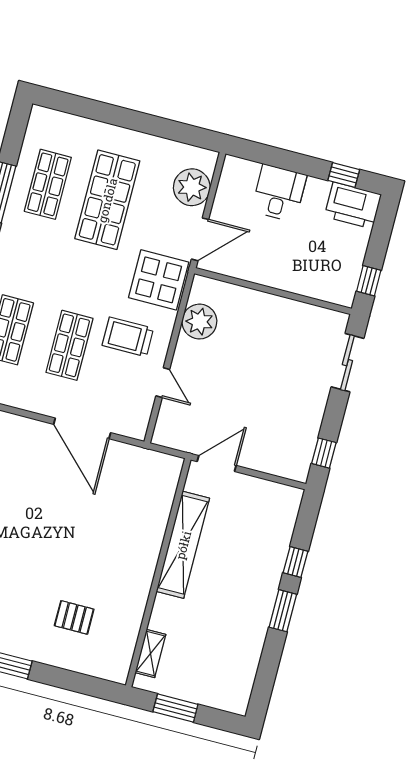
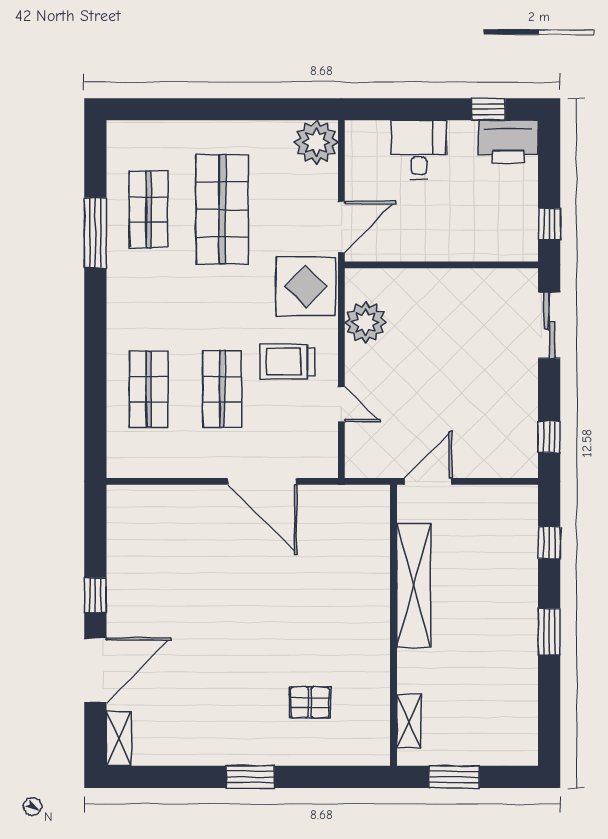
plant: (192, 187) -> (316, 142), moved
window: (296, 562) -> (549, 543), moved

